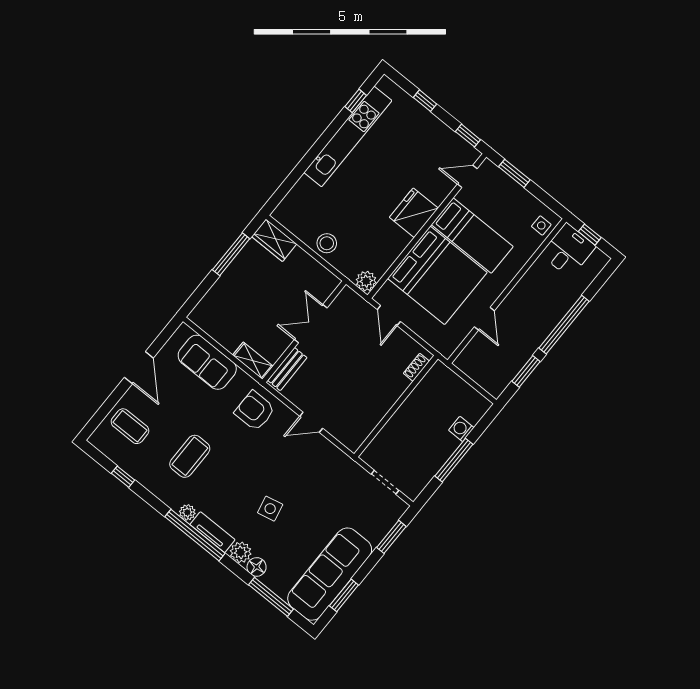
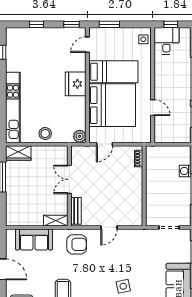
kitchen unit: (348, 136) -> (13, 108), moved
door: (389, 316) -> (104, 144), hinge flipped
armchair: (255, 411) -> (77, 244), turned 180

